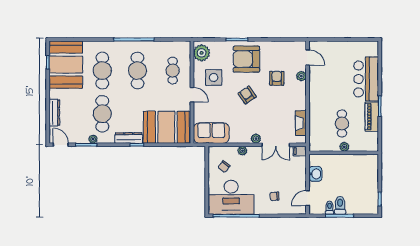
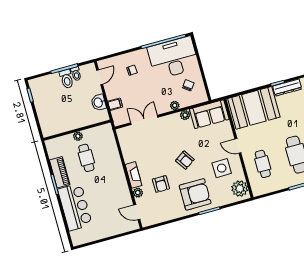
fireplace: (301, 123) -> (133, 175), moved
plant: (256, 139) -> (185, 115), moved
filing cabinet: (300, 151) -> (115, 104), moved

